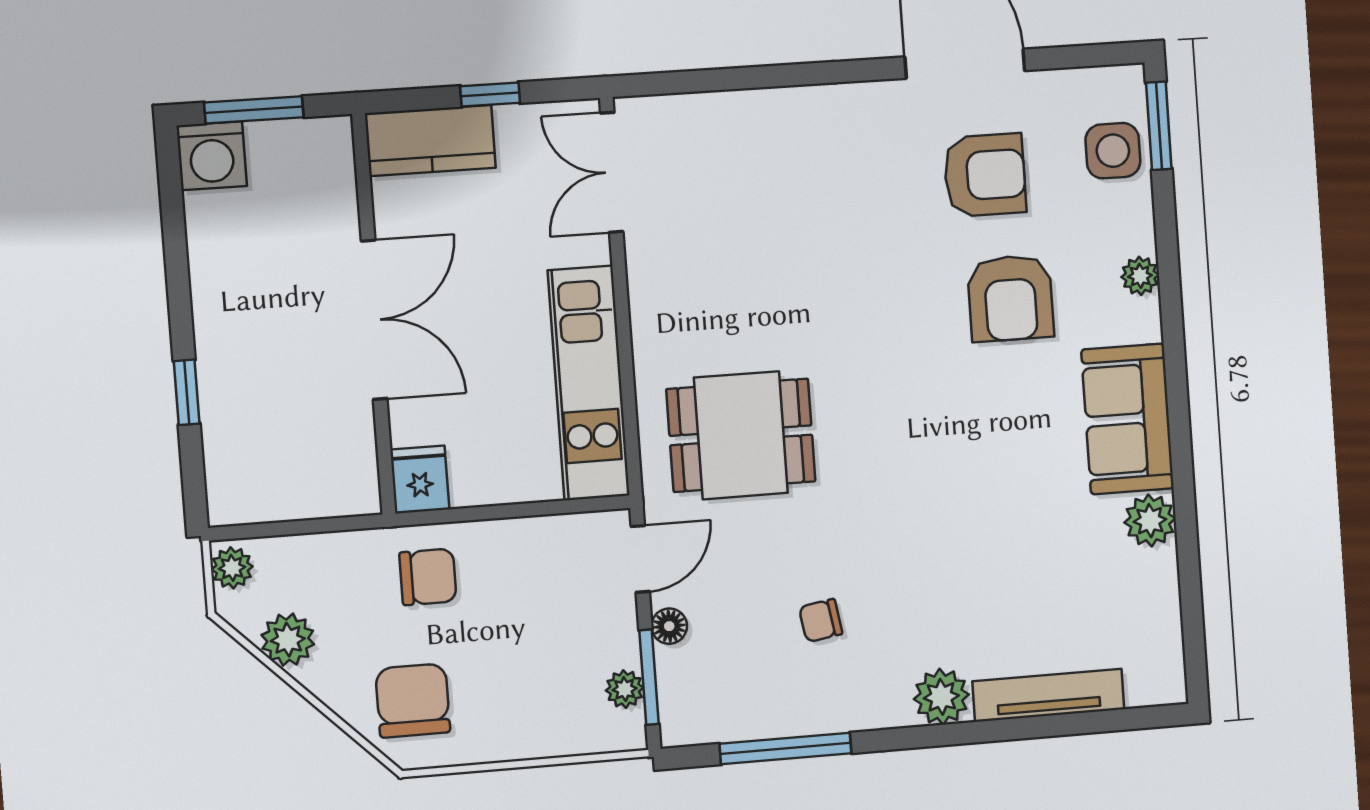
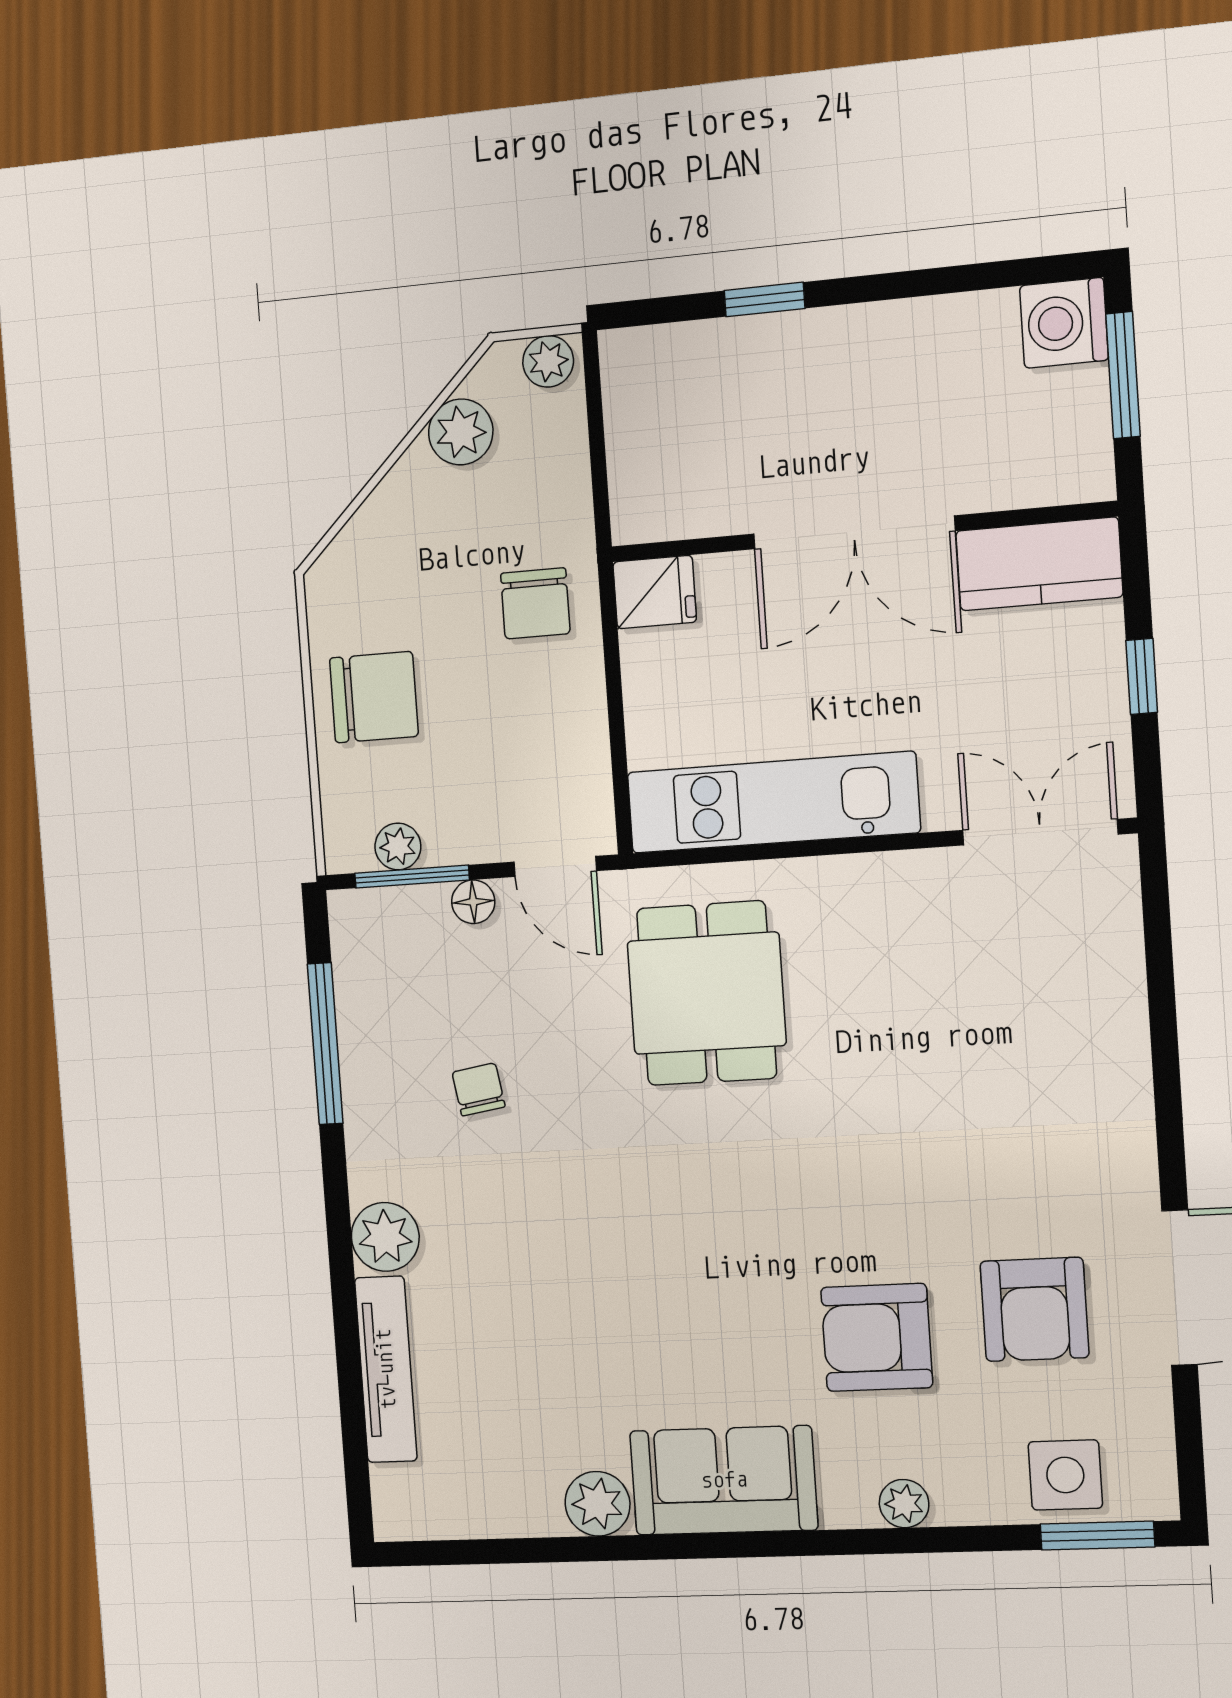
kitchen counter: (430, 140) -> (1039, 564), moved, turned -90
chair: (413, 701) -> (374, 697), moved

